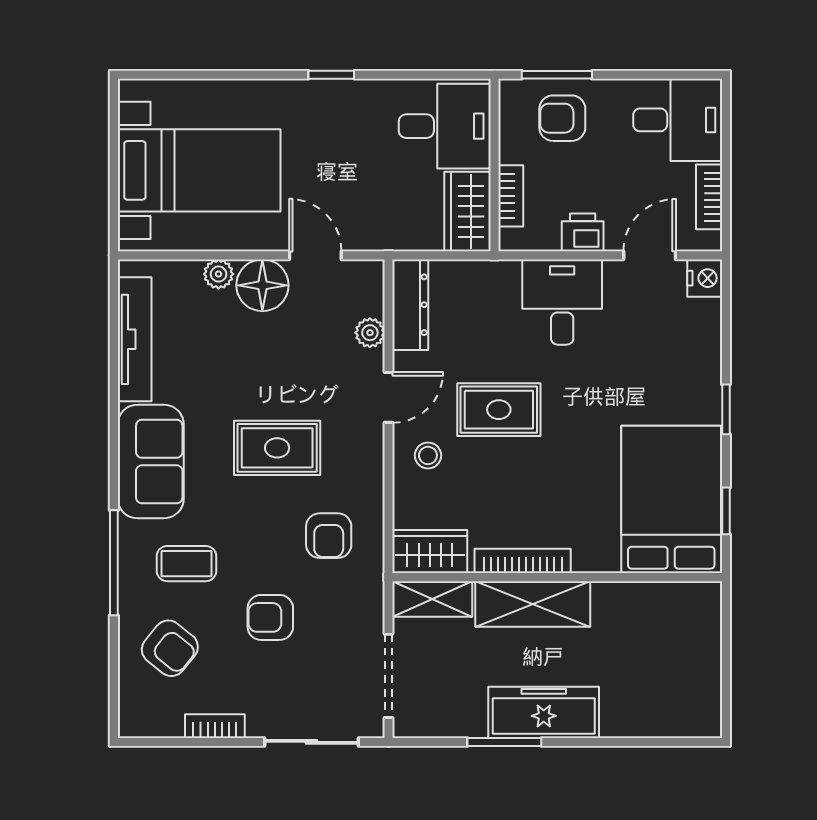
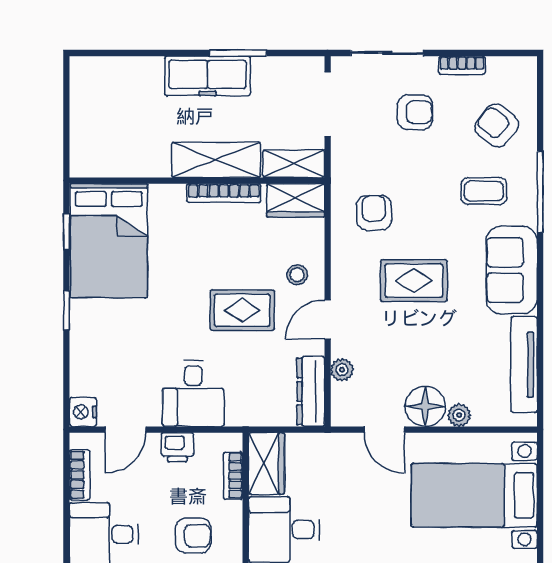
armchair: (270, 617) -> (415, 112), moved

